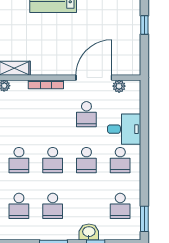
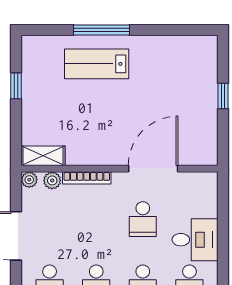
plant: (119, 86) -> (52, 180), moved

